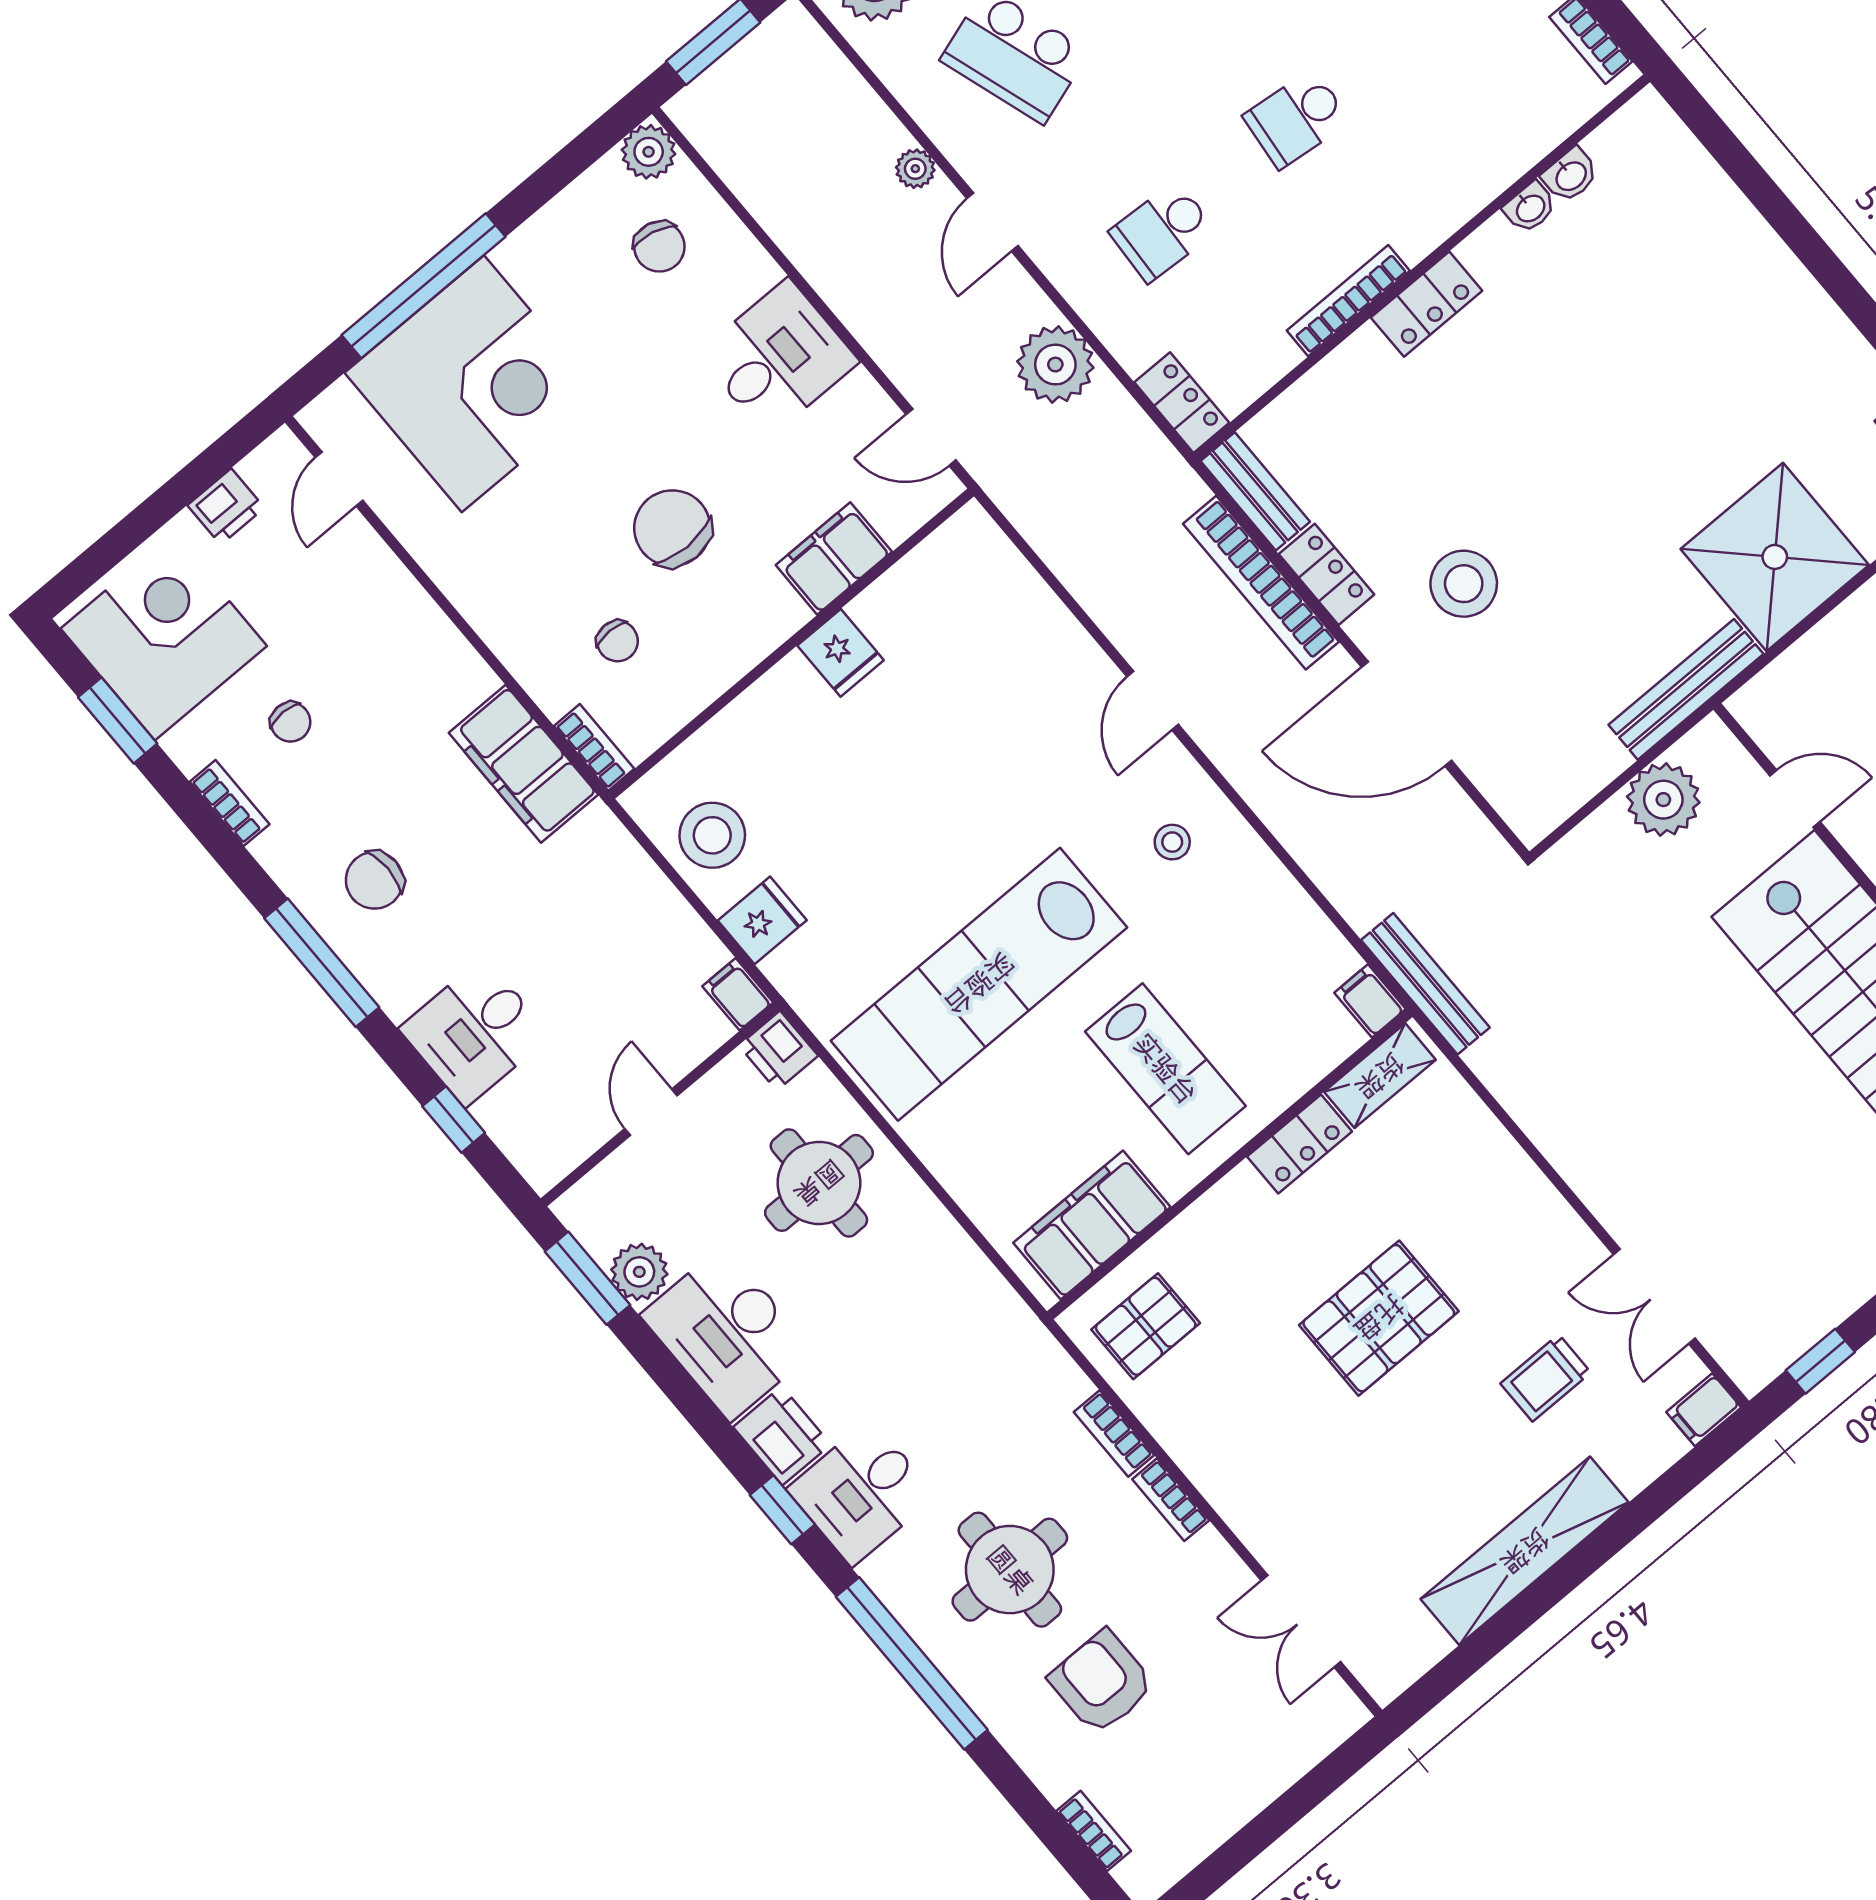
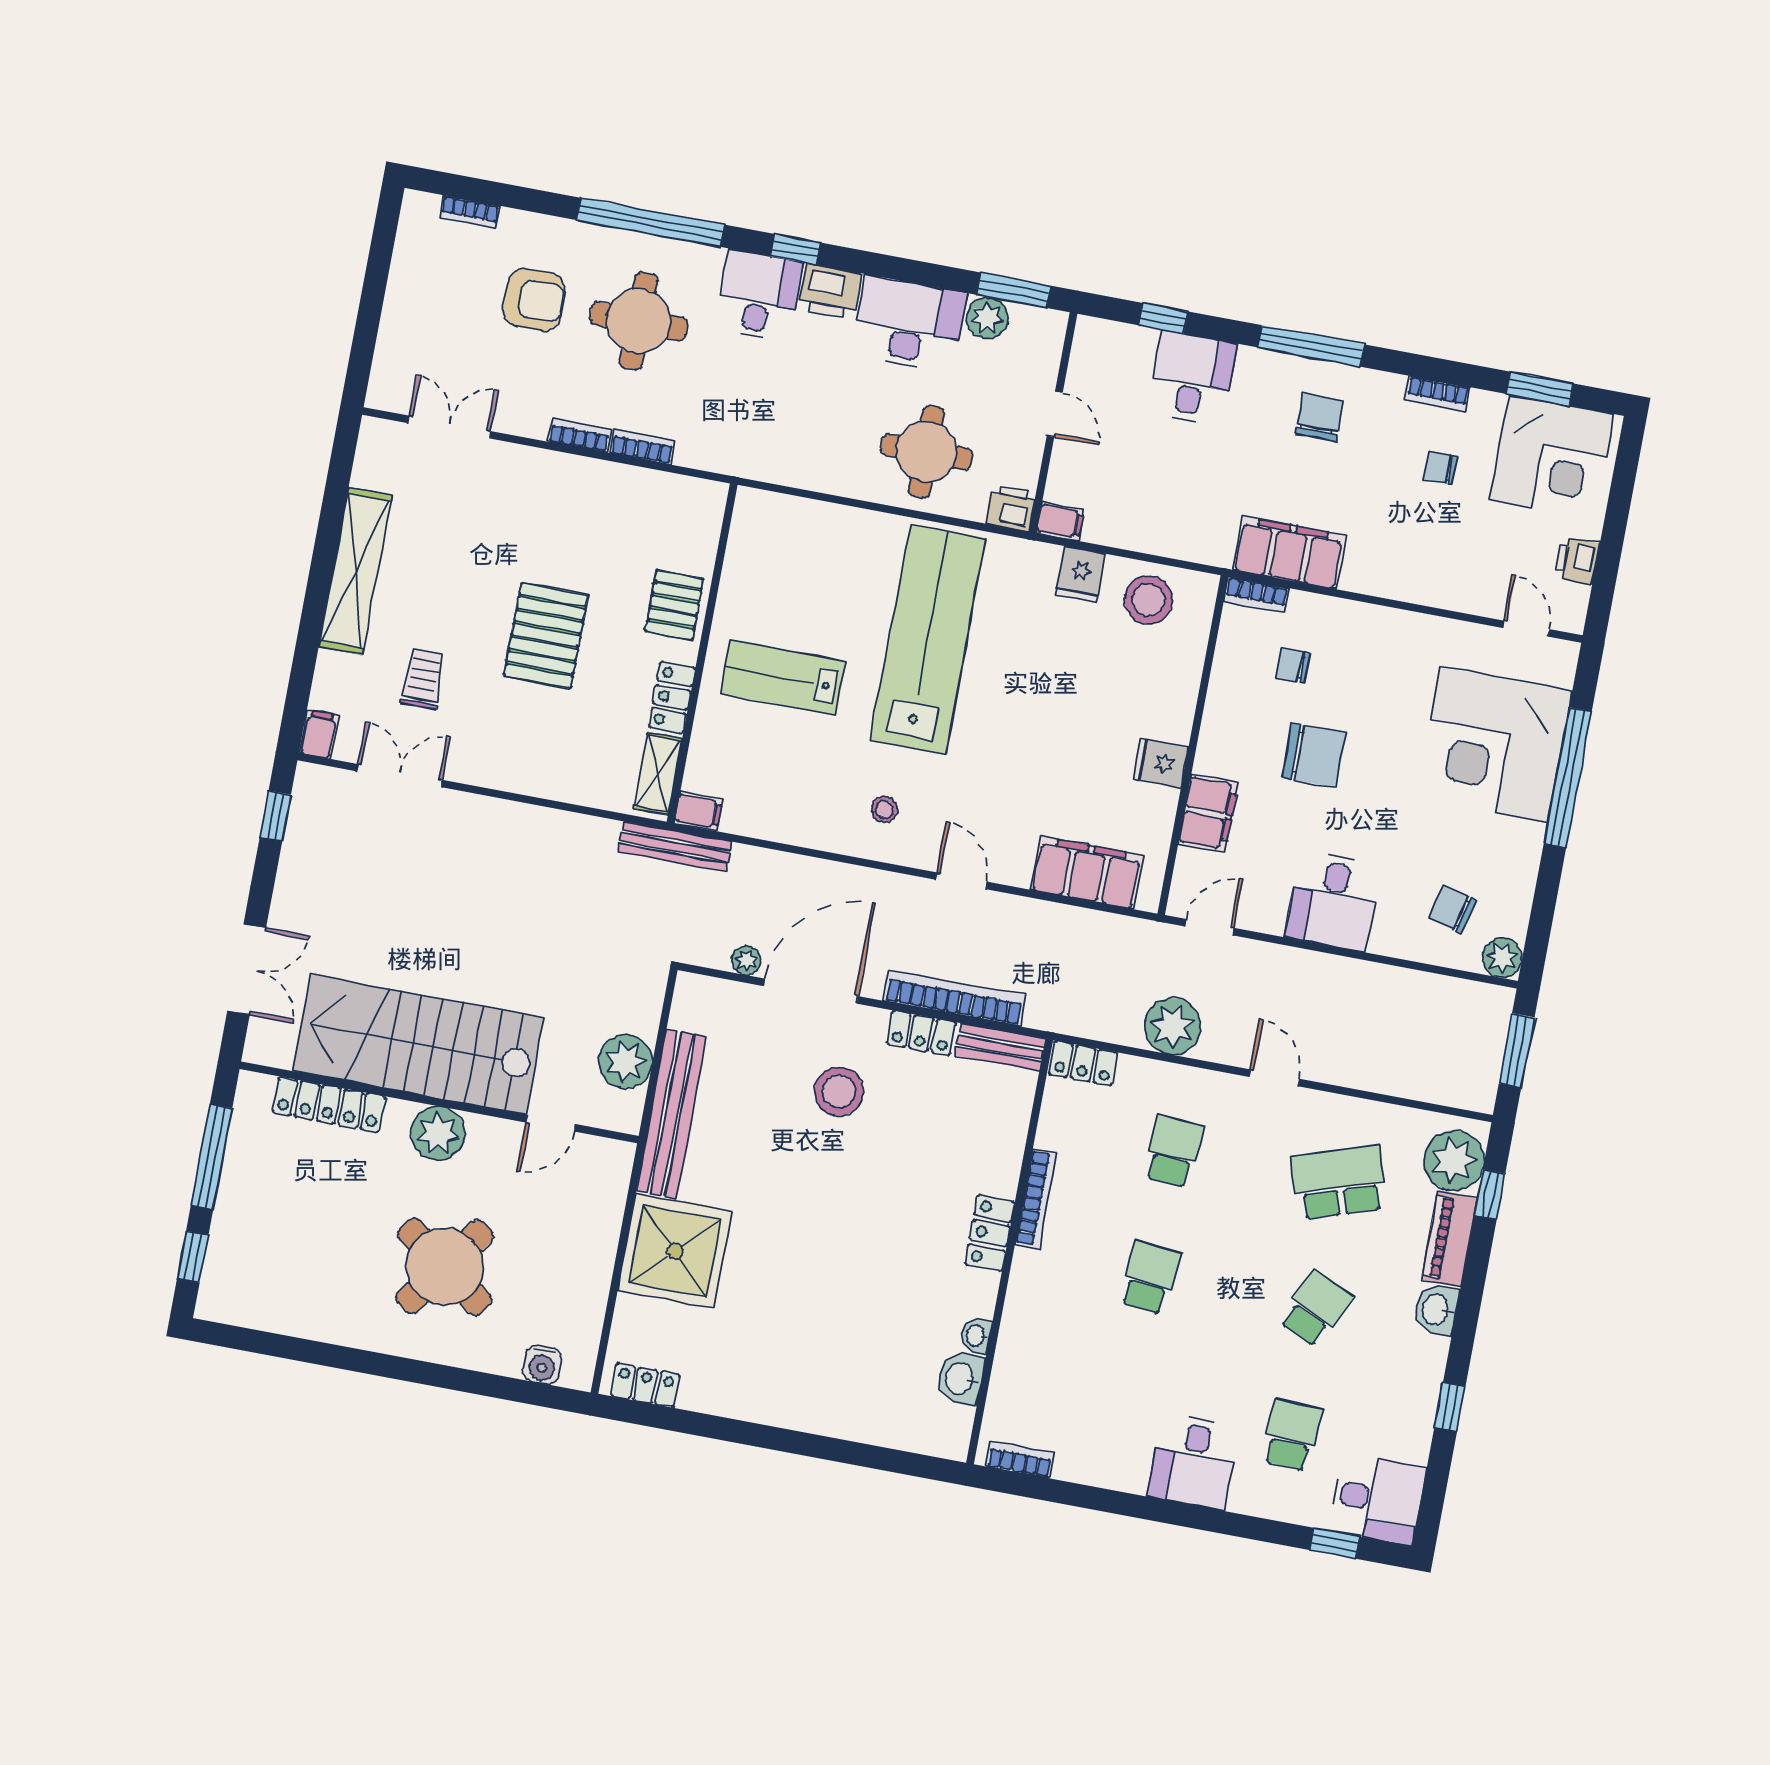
plant: (915, 169) -> (746, 961), moved
washbasin: (1570, 175) -> (960, 1379), width x1.38, depth x1.45
bench: (1686, 689) -> (671, 1114), width x1.37, depth x1.21
filing cabinet: (1092, 1225) -> (1087, 873), moved, turned -90
pallet: (1146, 1326) -> (674, 605), moved

